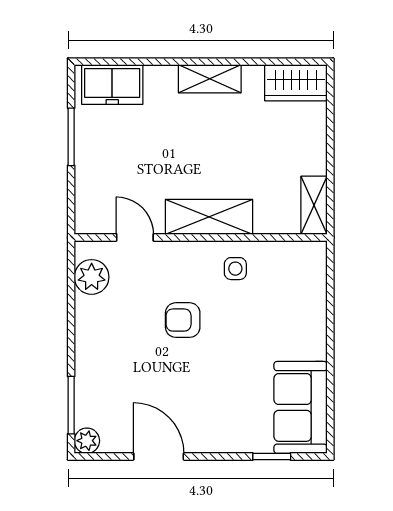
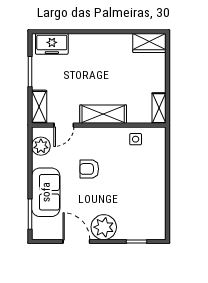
shelving: (210, 79) -> (39, 107), moved, turned 90
door: (135, 237) -> (64, 125), swing flipped
side table: (235, 269) -> (136, 139), moved
sofa: (301, 407) -> (46, 192), moved, turned 180
plant: (87, 441) -> (104, 227), moved, width x1.87, depth x1.87

